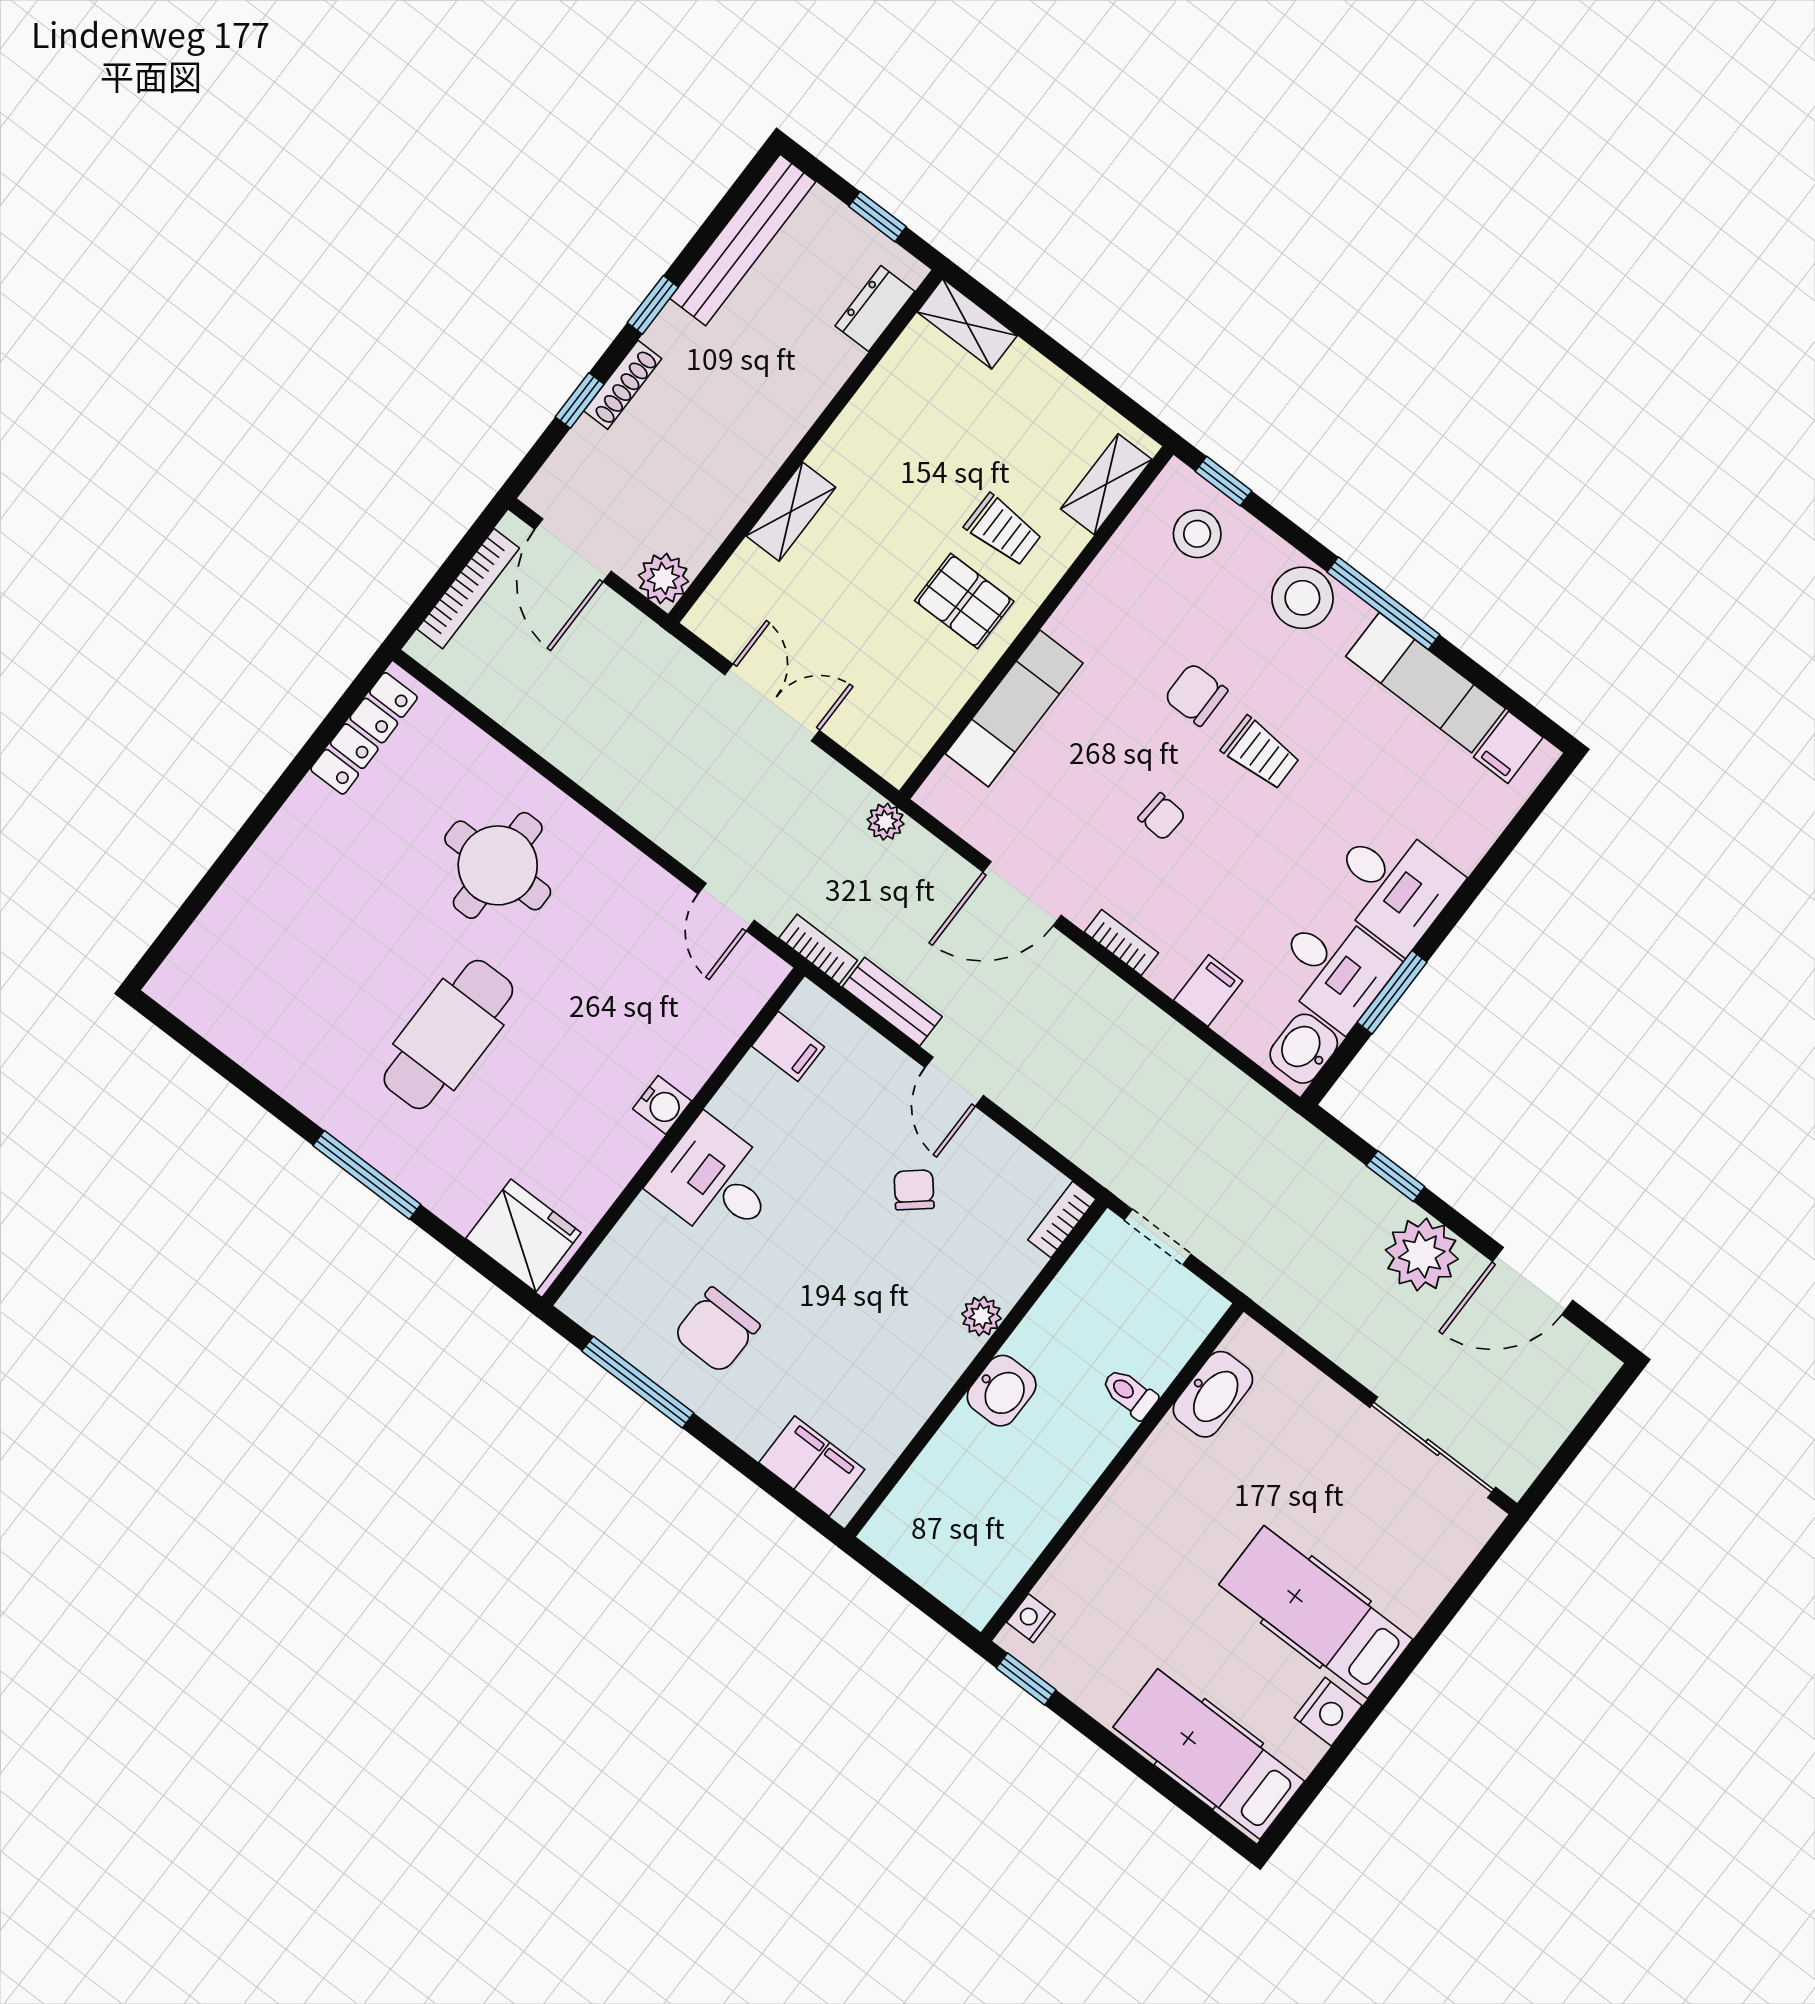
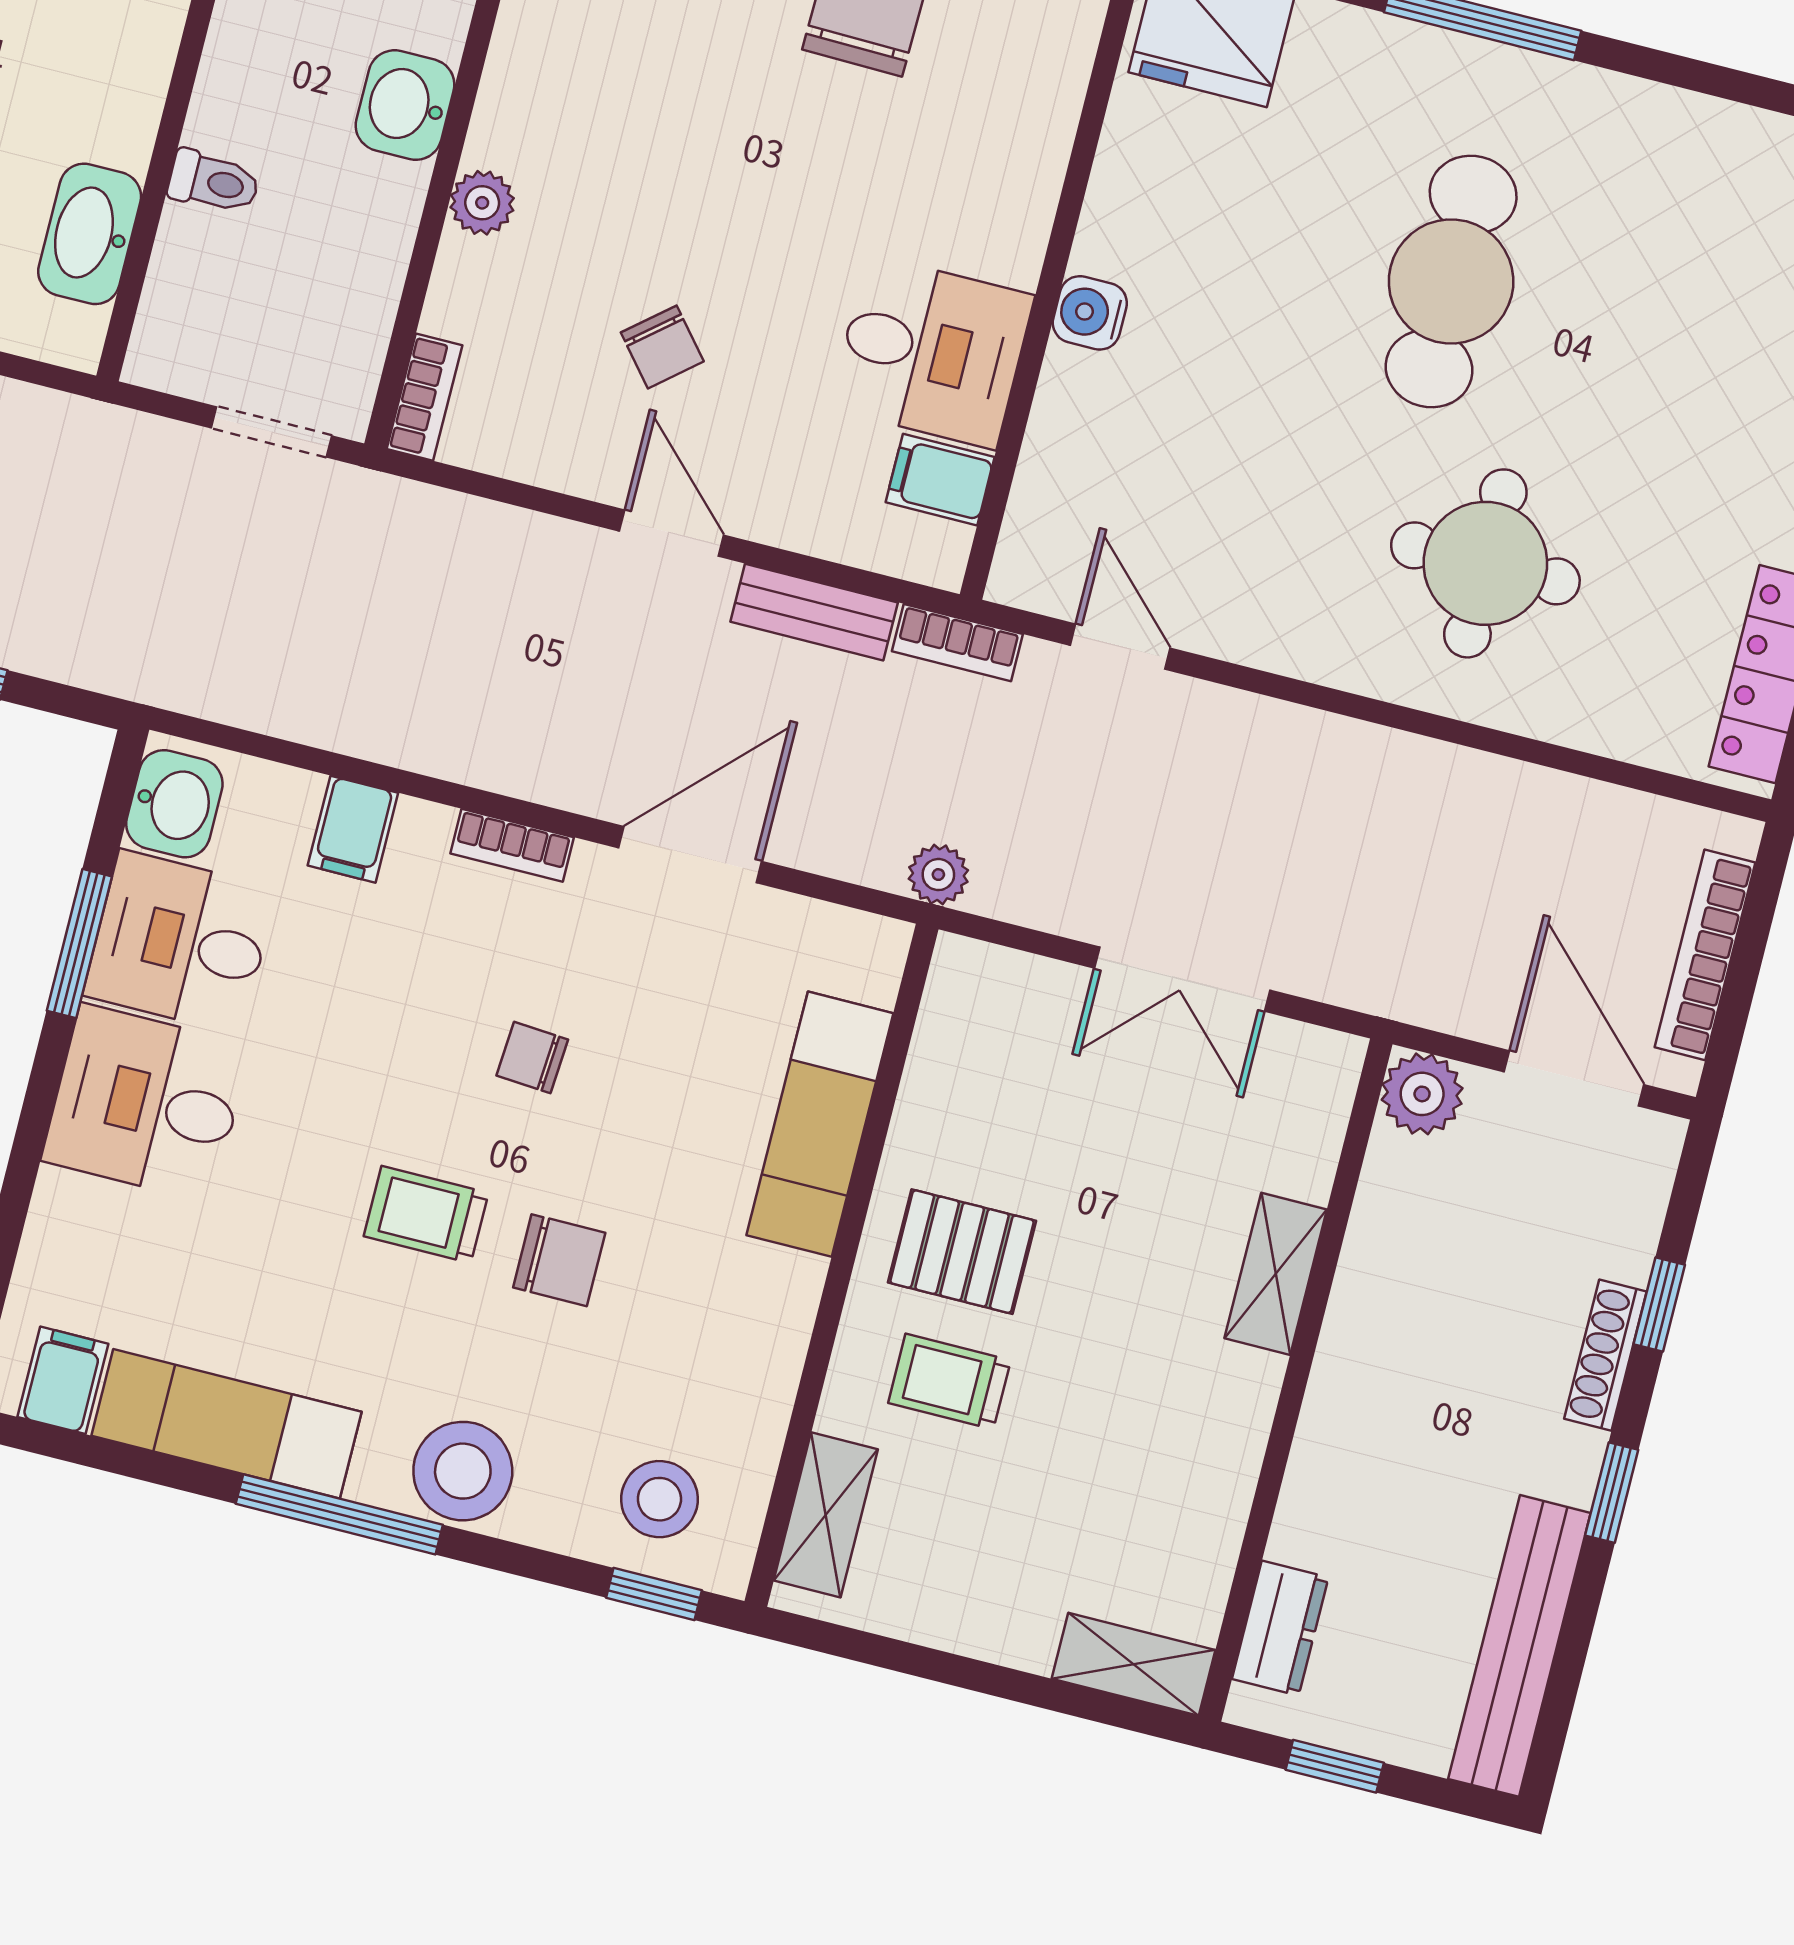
desk: (716, 1181) -> (932, 352), moved

